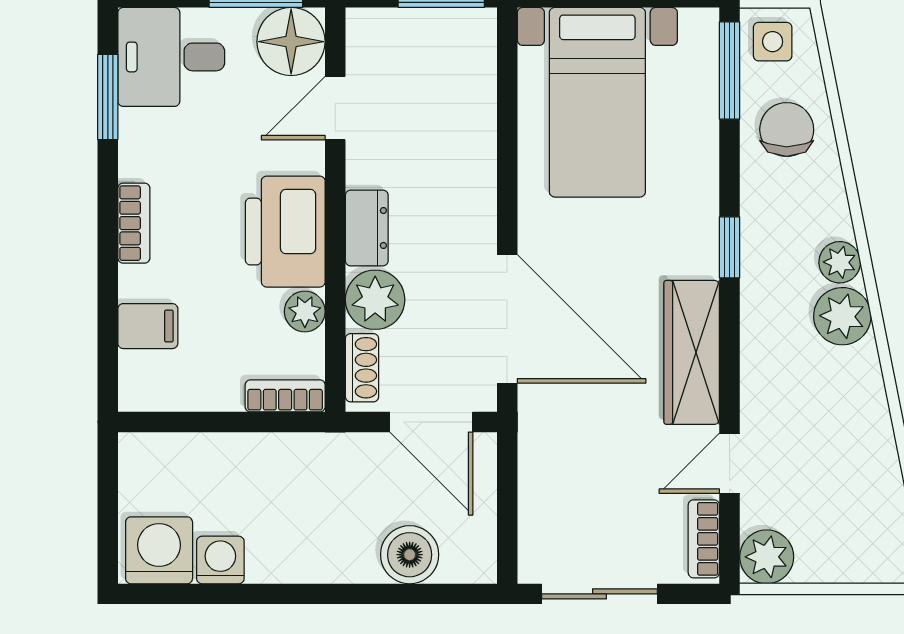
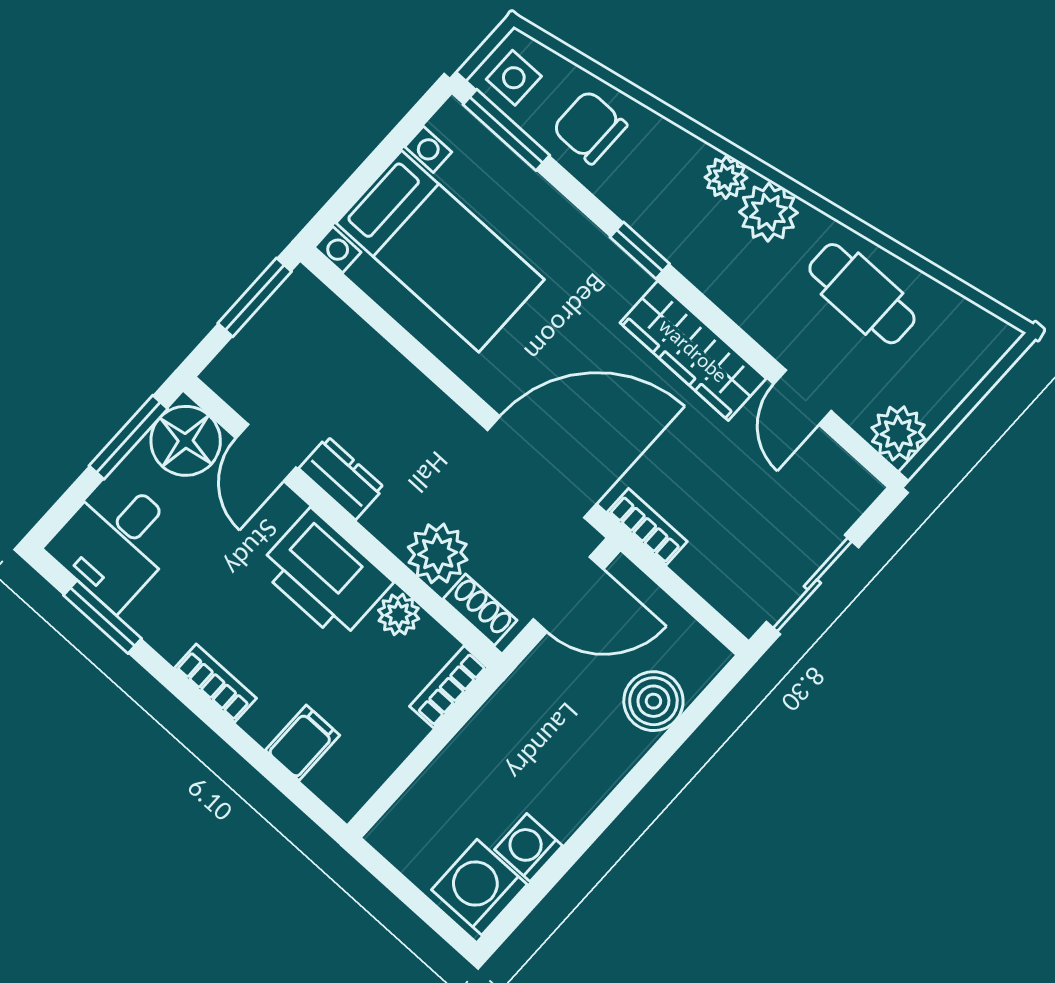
dresser: (367, 228) -> (342, 478), moved
cafe table: (845, 438) -> (862, 294), added
bookcase: (704, 539) -> (647, 527), moved, turned 180

